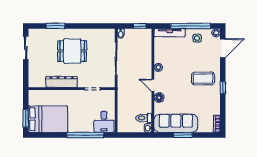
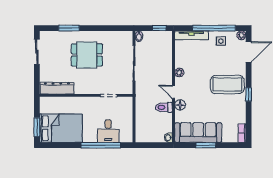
coffee table: (203, 79) -> (227, 85), width x1.36, depth x1.32
dresser: (62, 82) -> (57, 88), moved
toilet: (144, 118) -> (164, 107), moved
desk: (104, 122) -> (108, 131), moved

